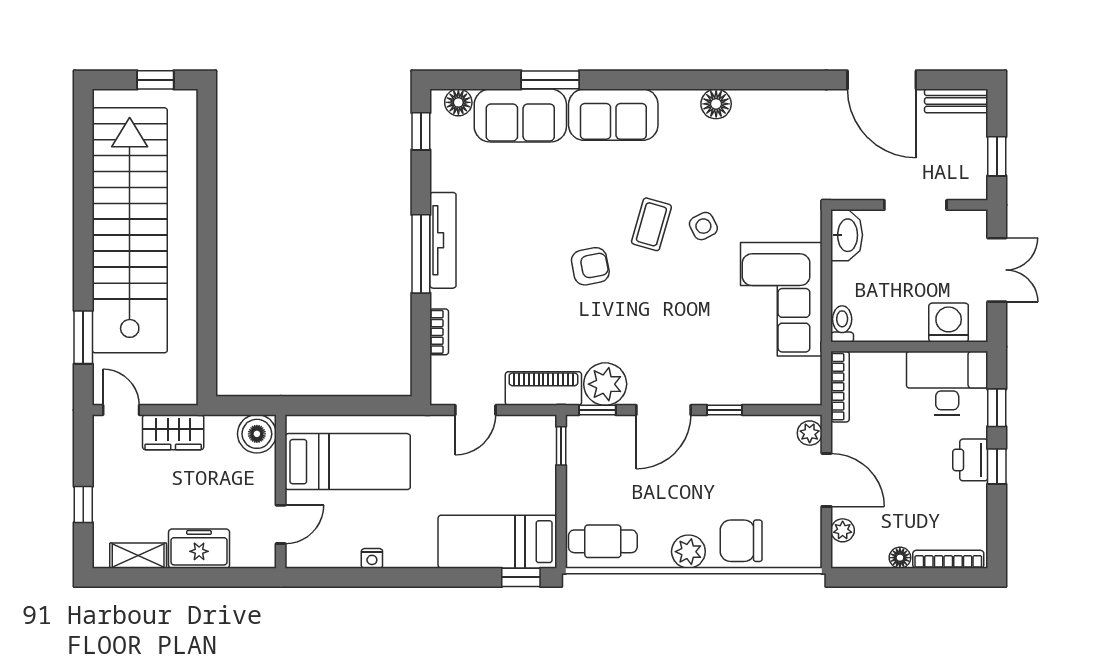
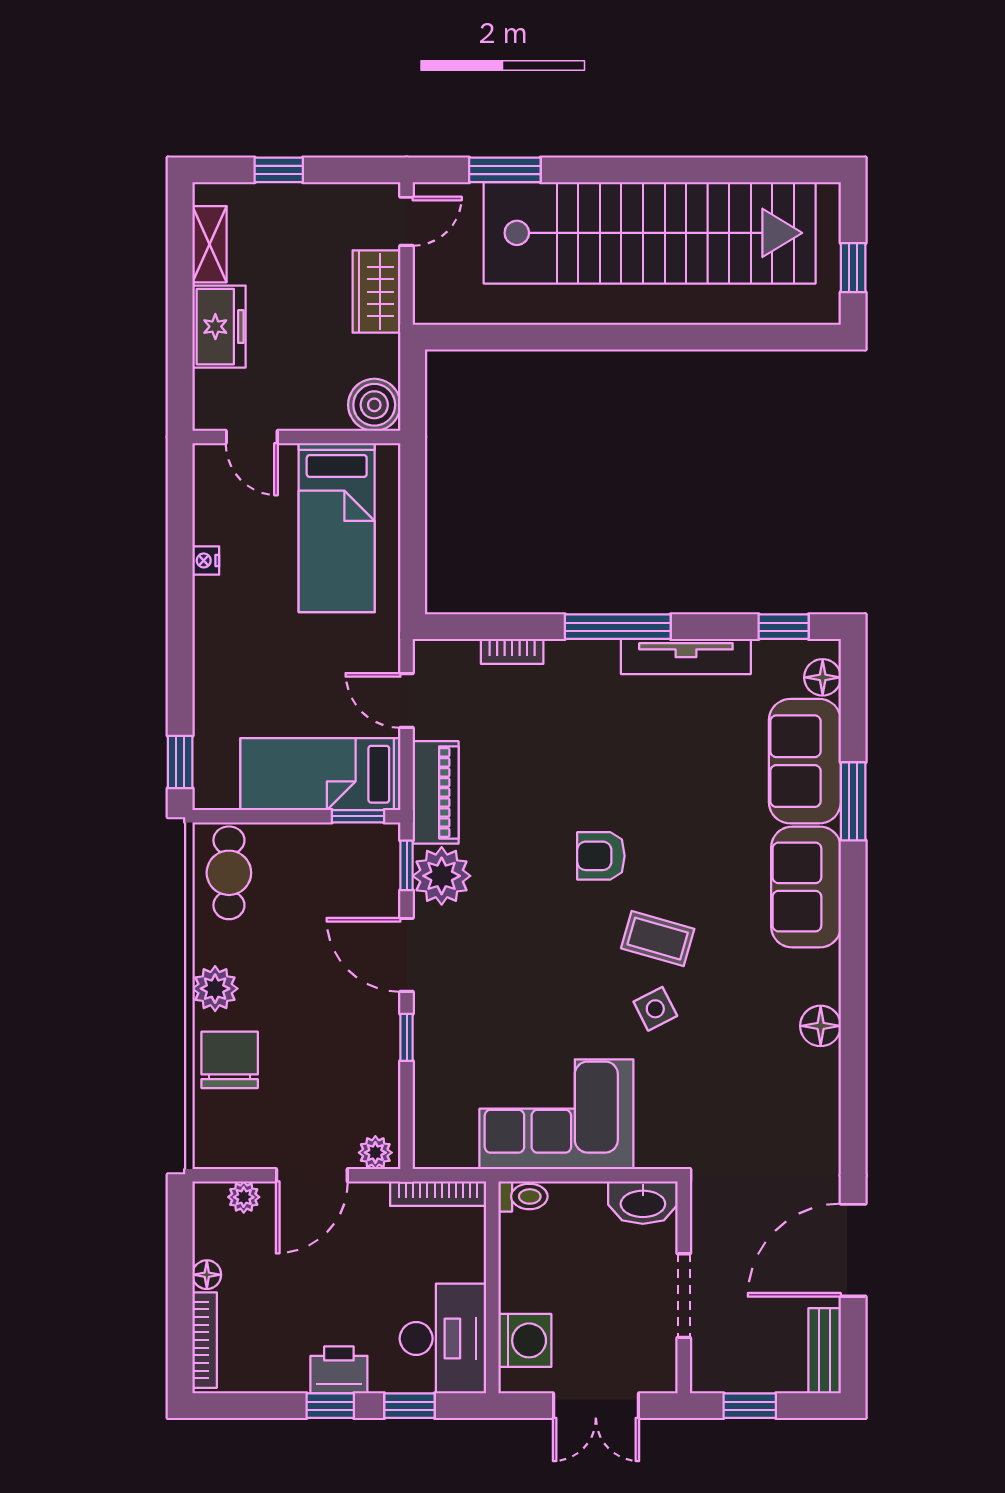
tv unit: (443, 240) -> (686, 657), moved
armchair: (590, 266) -> (601, 856), turned 101
bed: (497, 542) -> (320, 774), moved, turned -90

